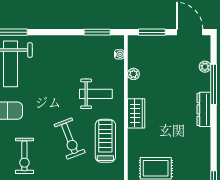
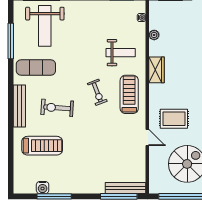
exercise bike: (70, 139) -> (97, 92), width x0.73, depth x0.72
exercise bike: (24, 156) -> (57, 108), turned 94

